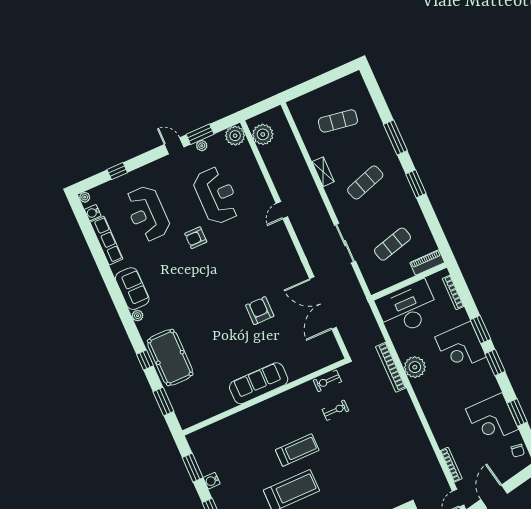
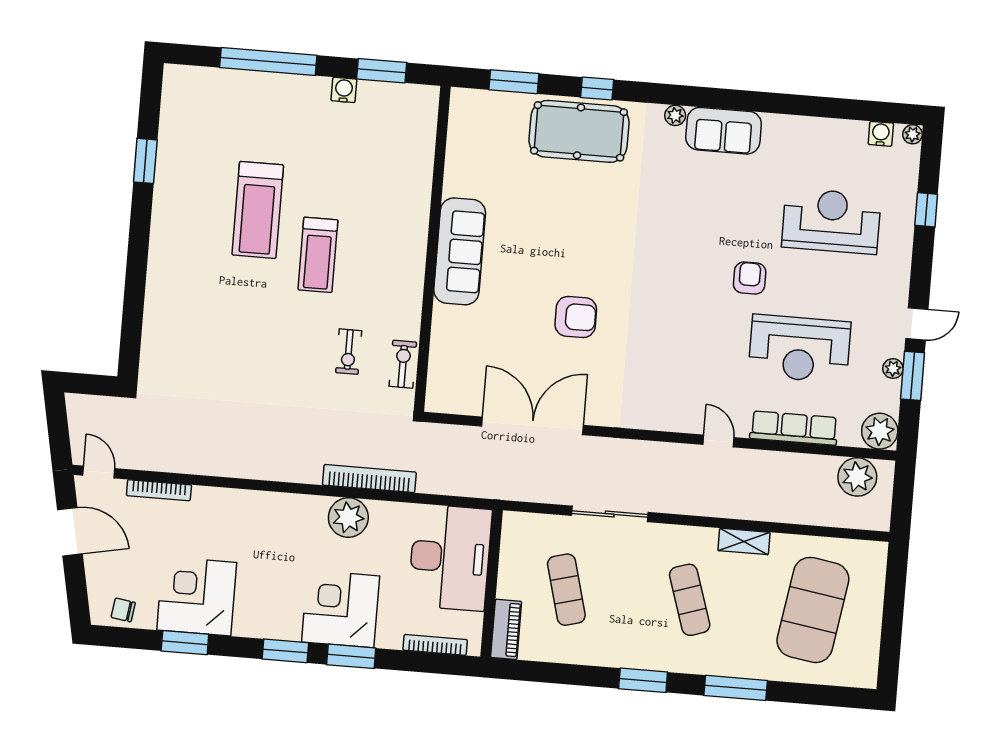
exercise mat: (338, 121) -> (813, 610), width x2.00, depth x1.45
row of seats: (106, 241) -> (794, 428), moved, turned 180

